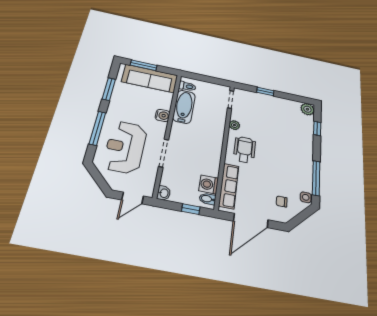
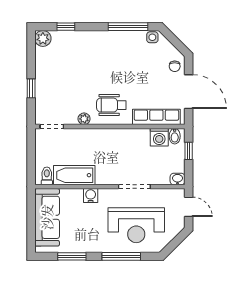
window: (144, 65) -> (31, 227), removed
chair: (282, 201) -> (175, 66), moved

